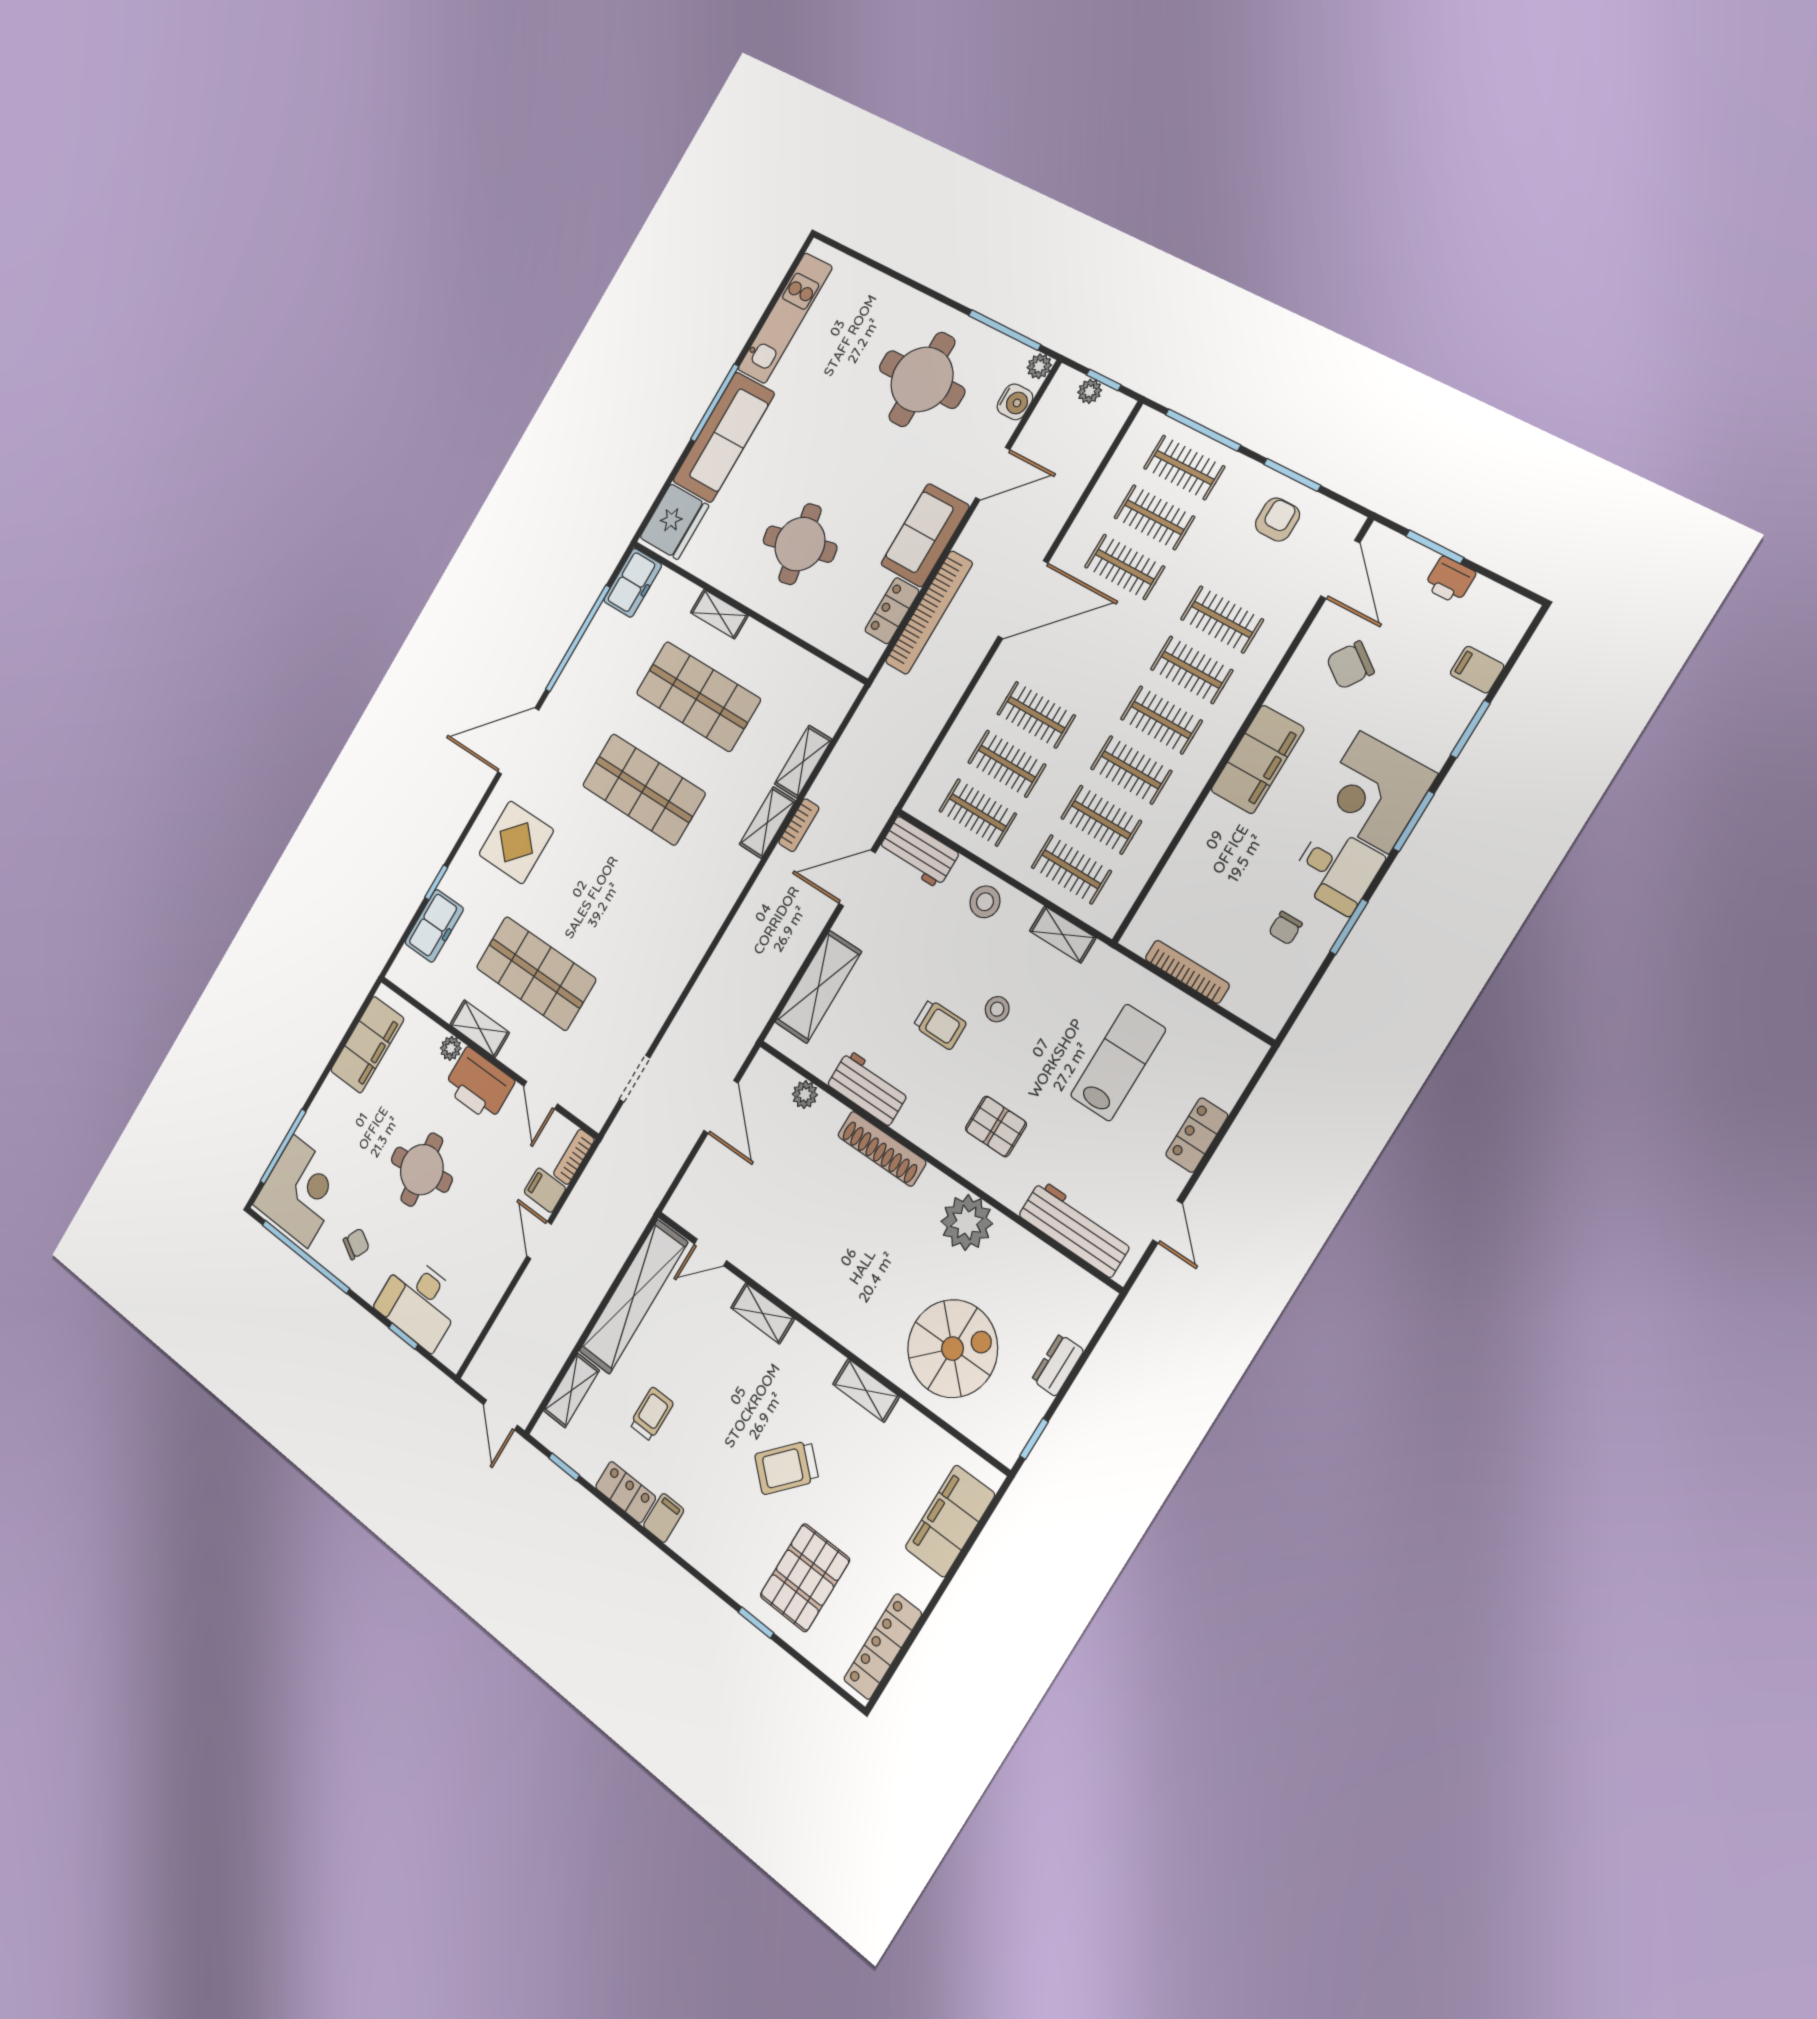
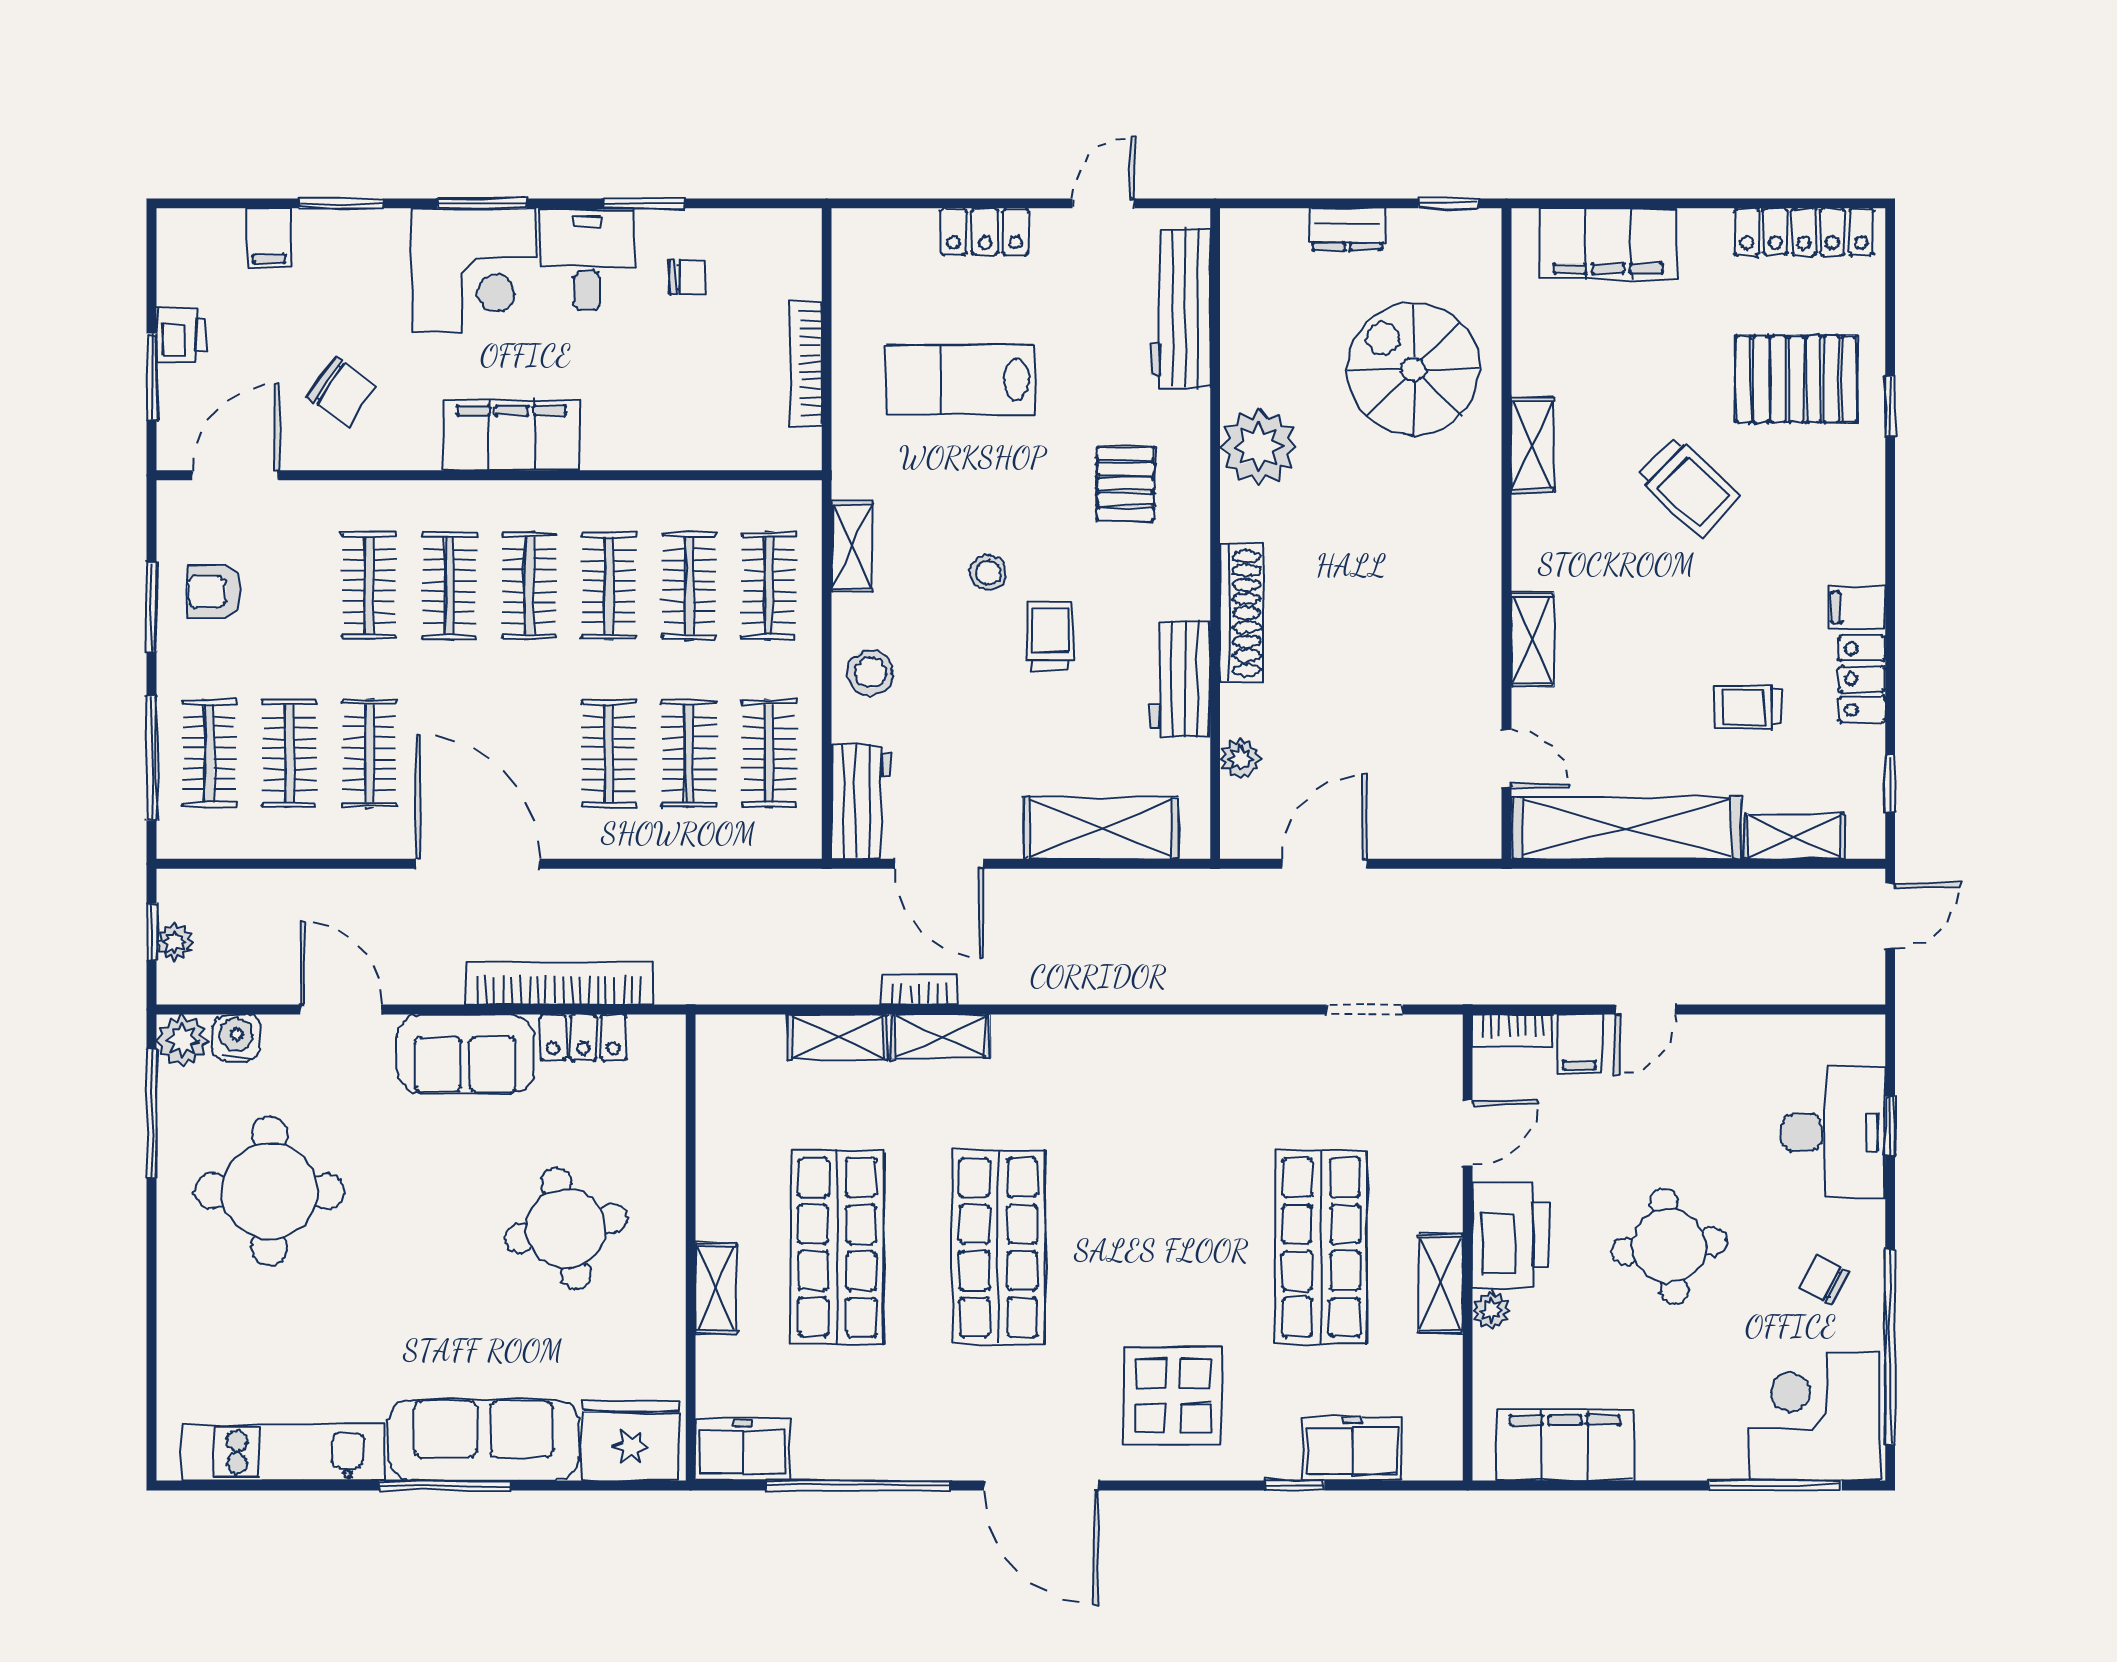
plant: (1039, 366) -> (183, 1041), width x1.38, depth x1.38

